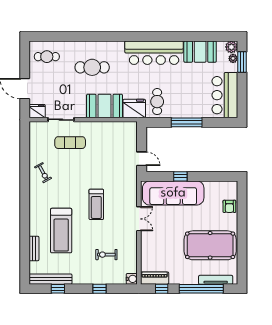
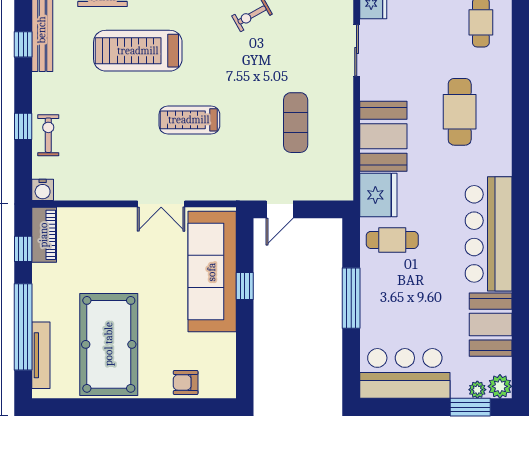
exercise mat: (70, 143) -> (296, 123), moved
exercise bike: (106, 255) -> (48, 135), moved

